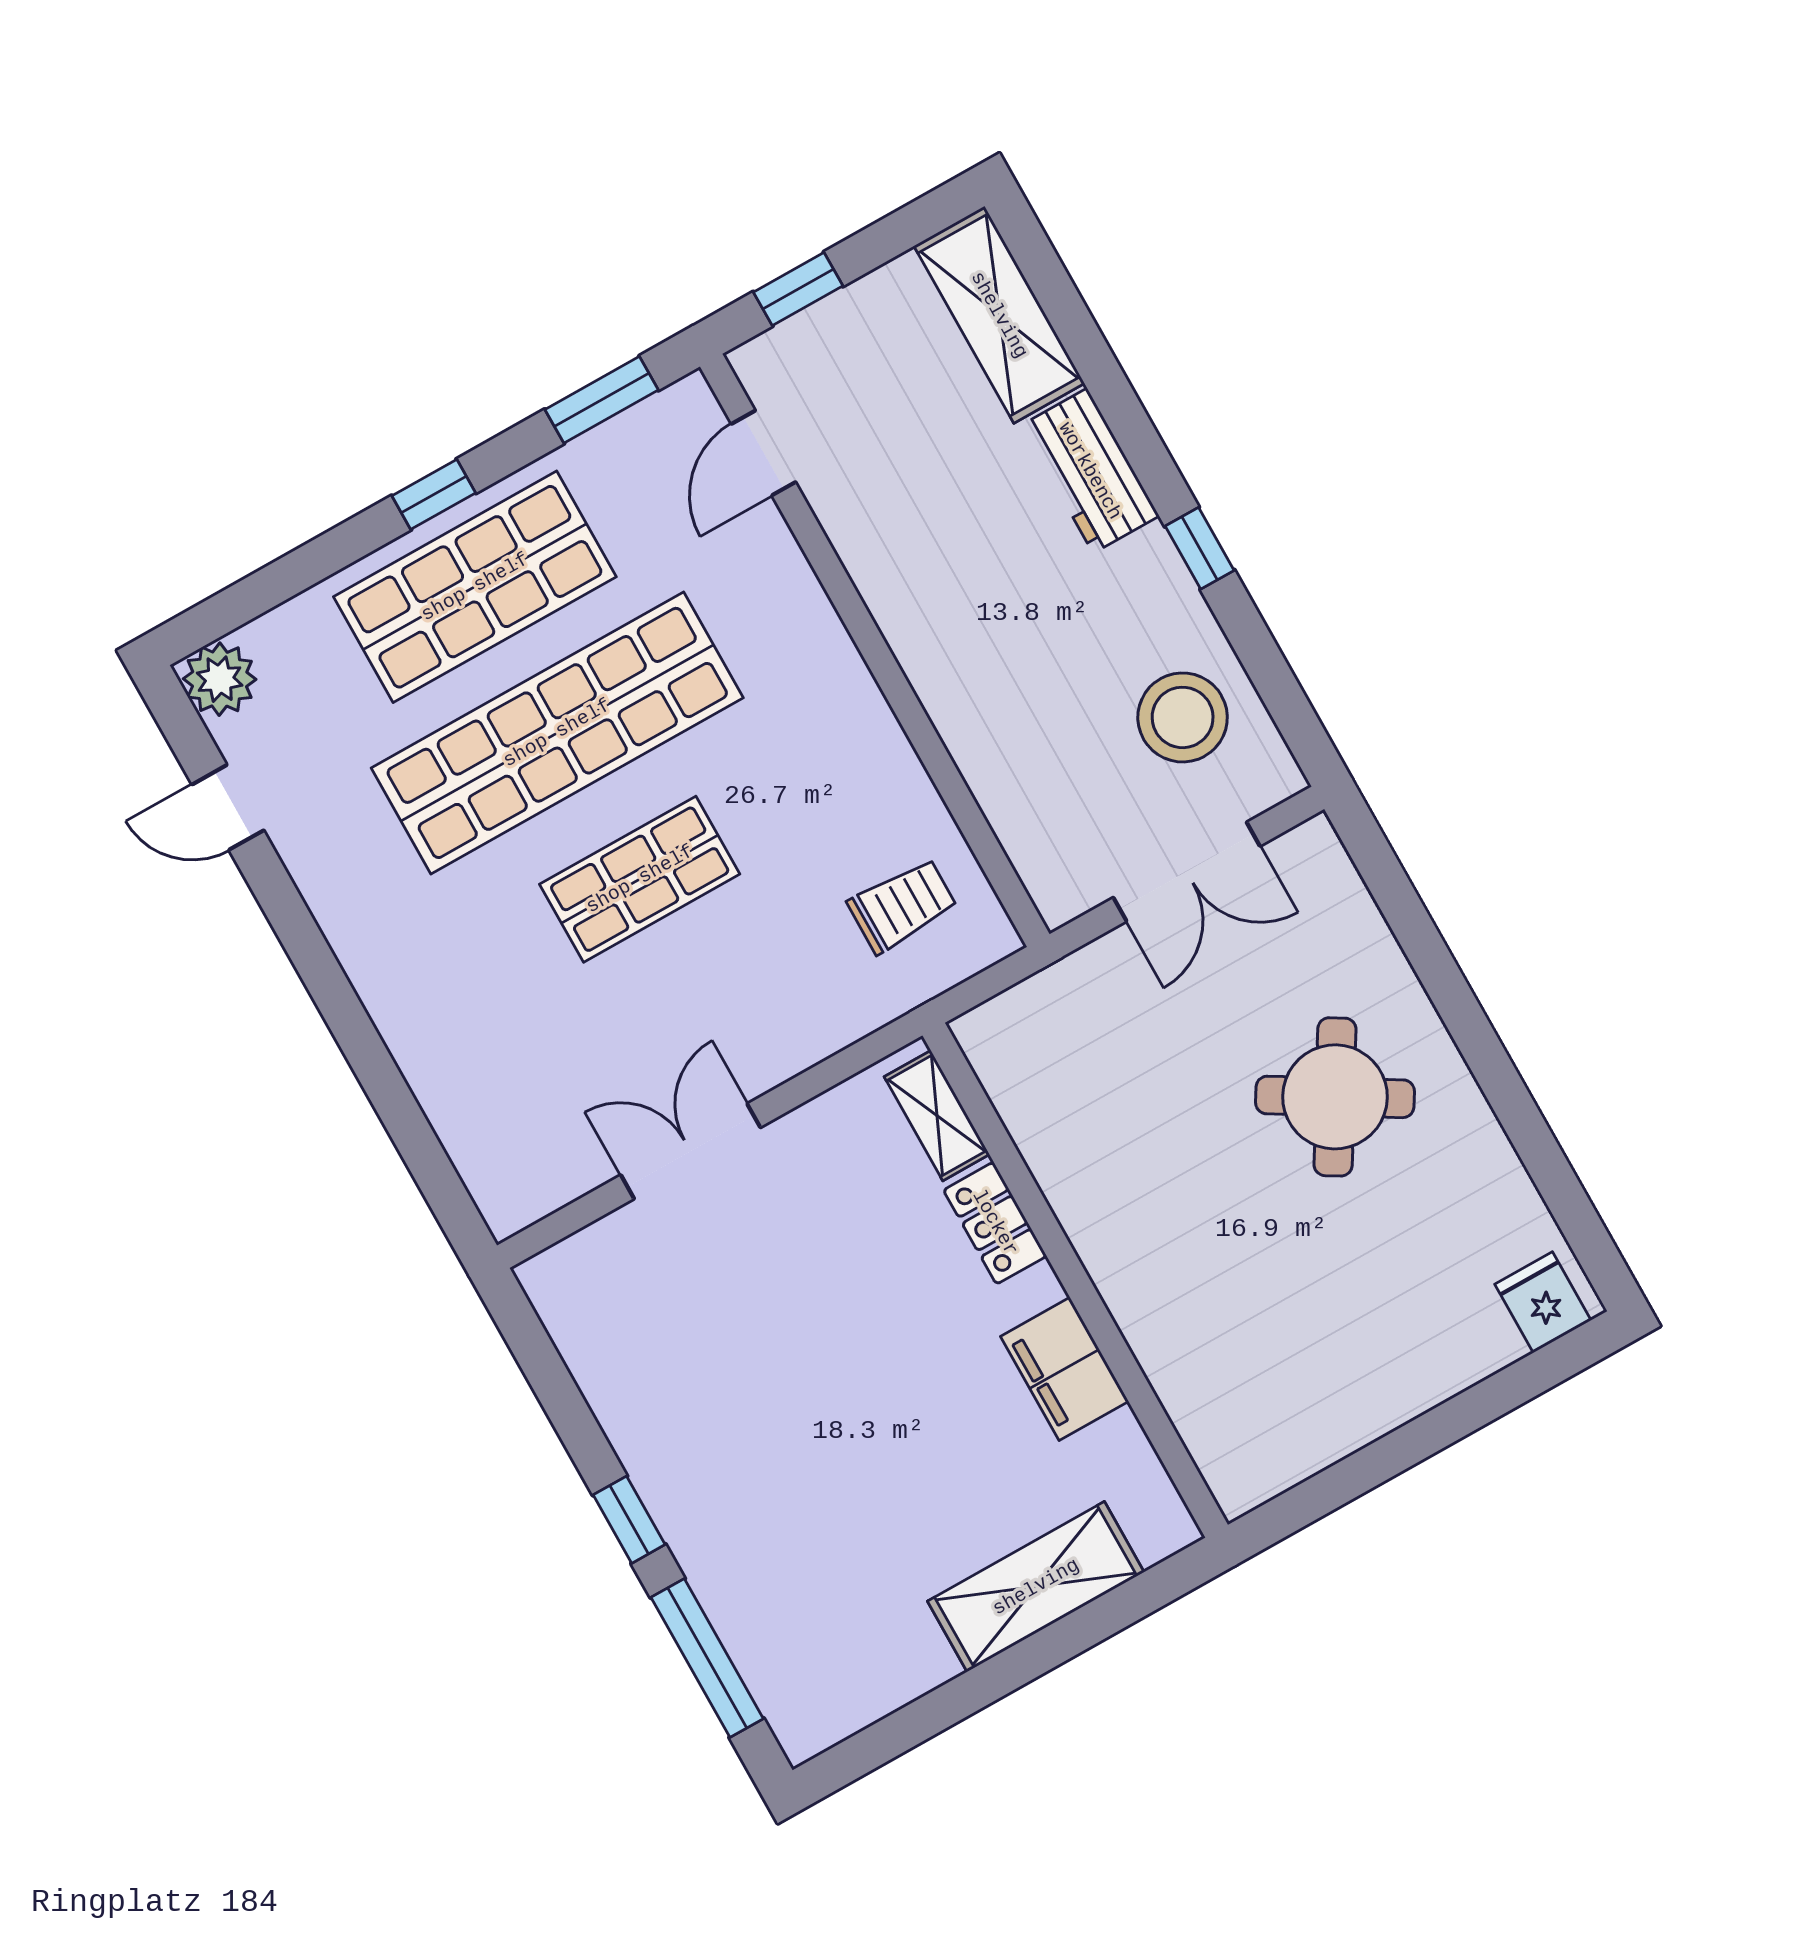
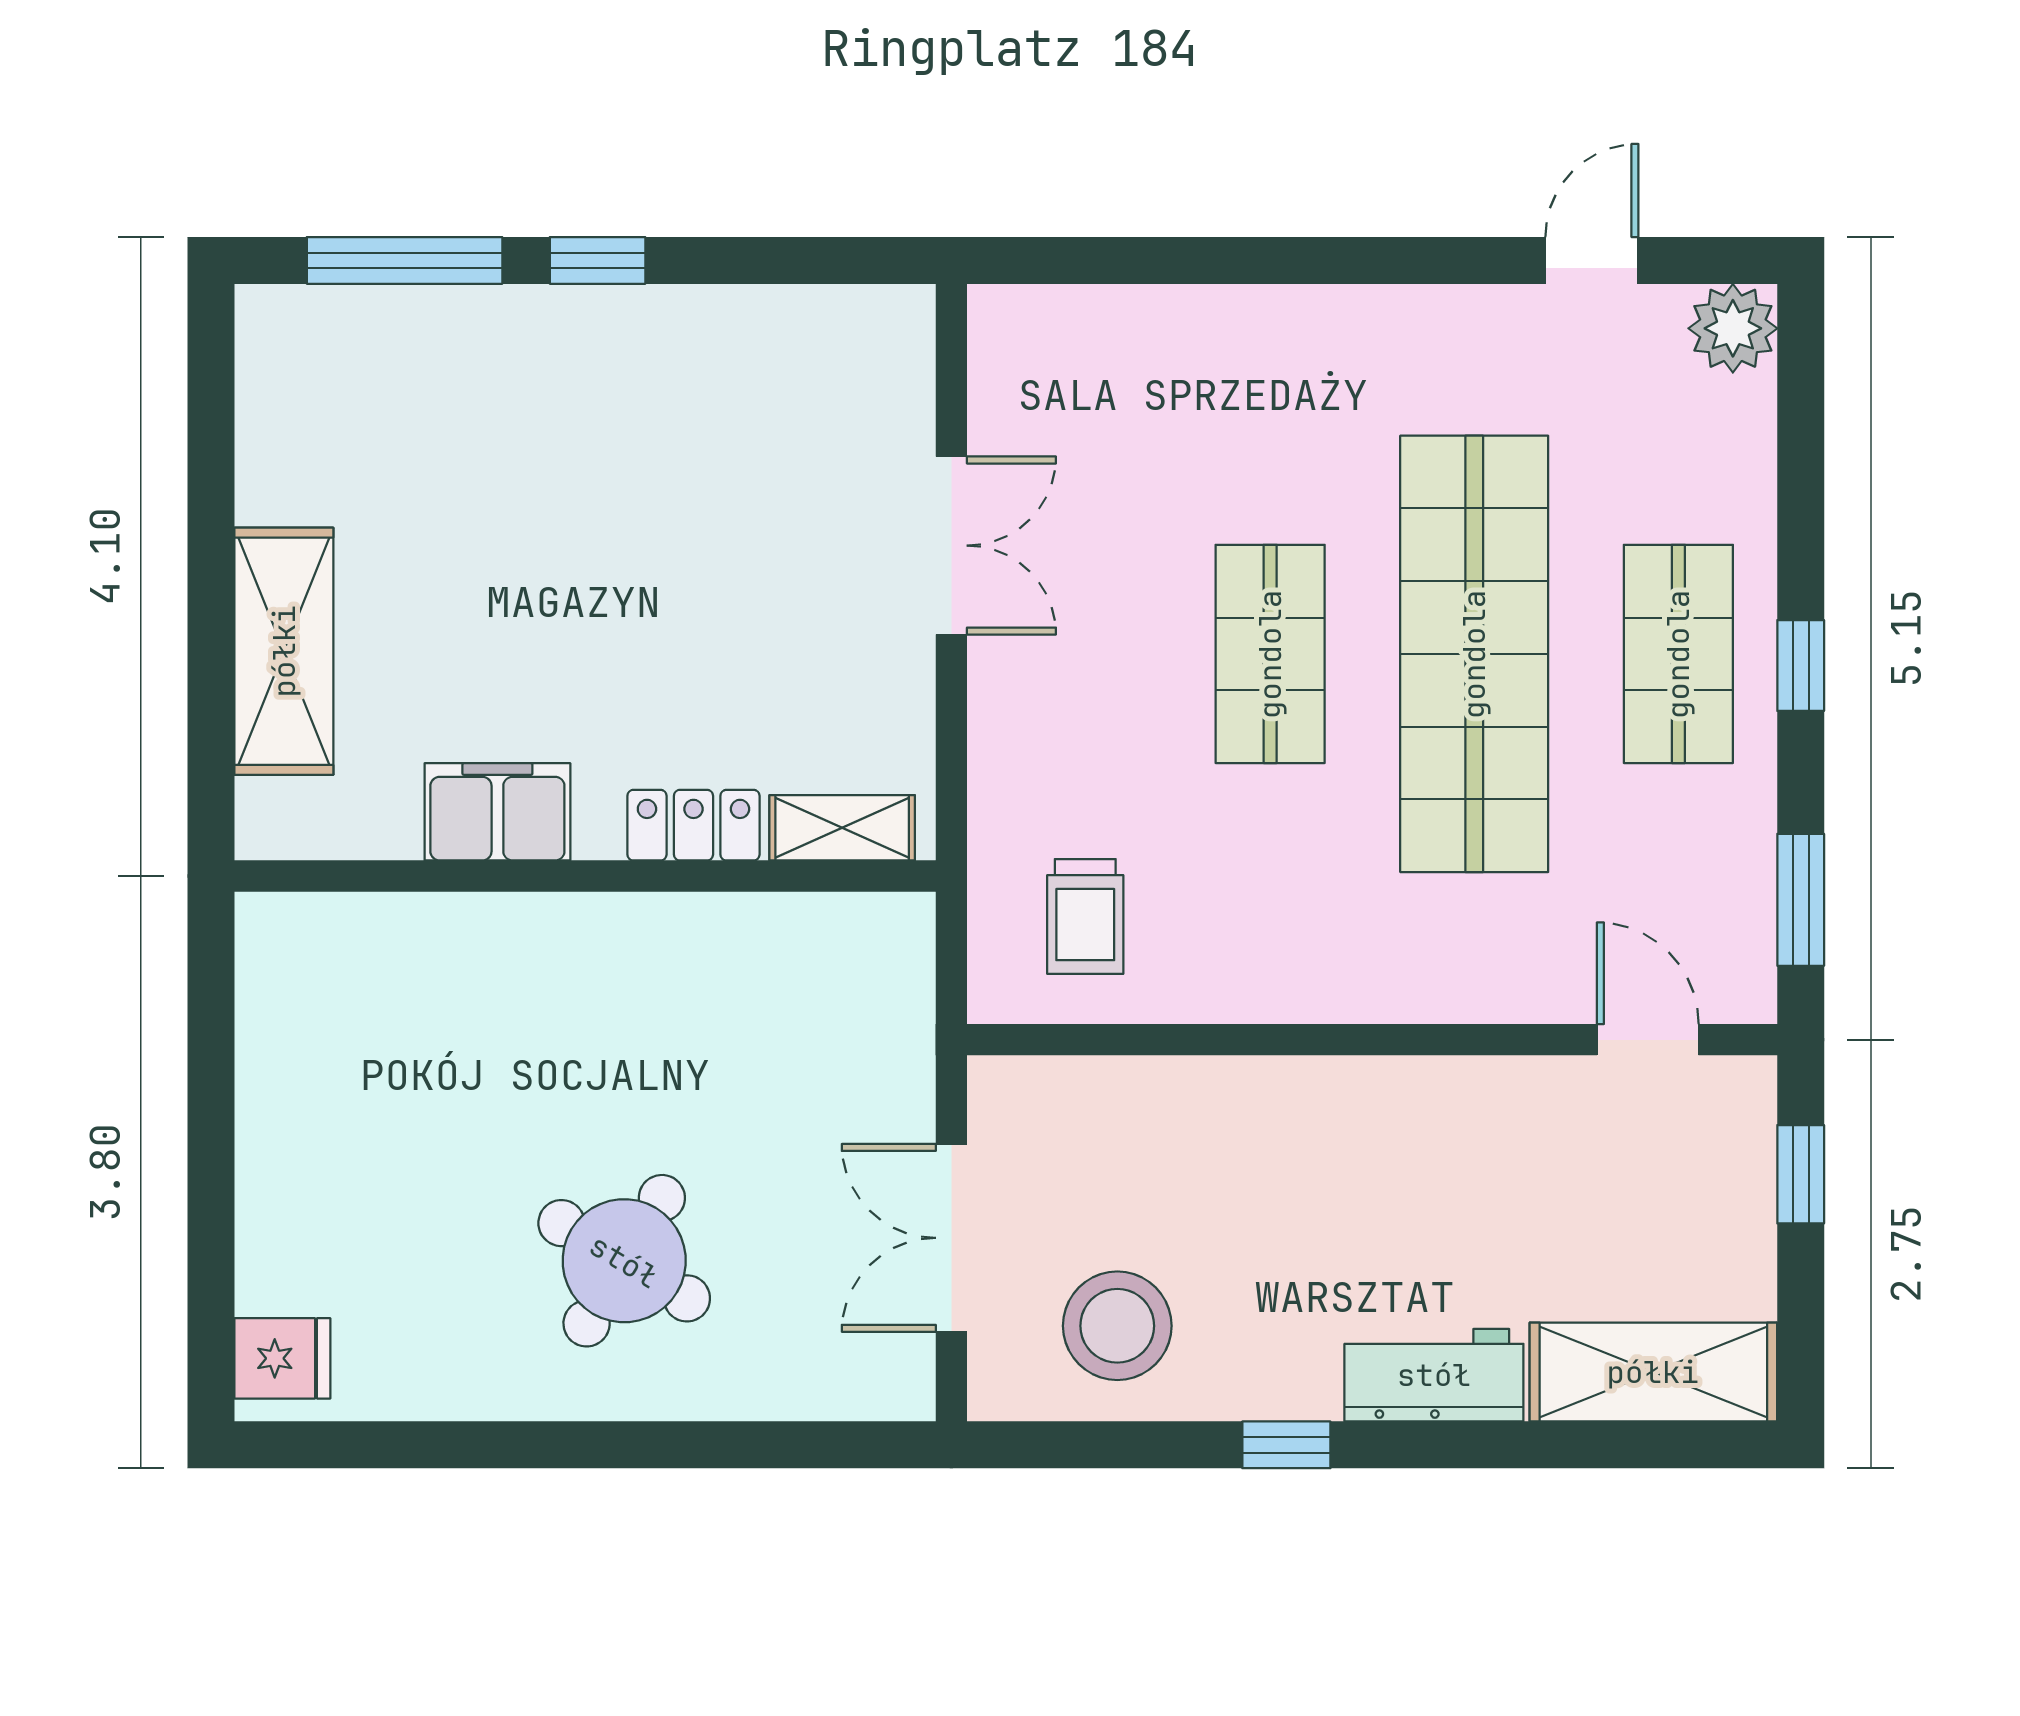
shop shelf: (475, 587) -> (1678, 654), width x0.70, depth x0.74

